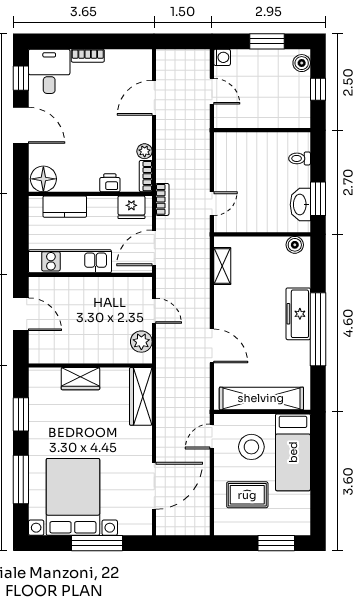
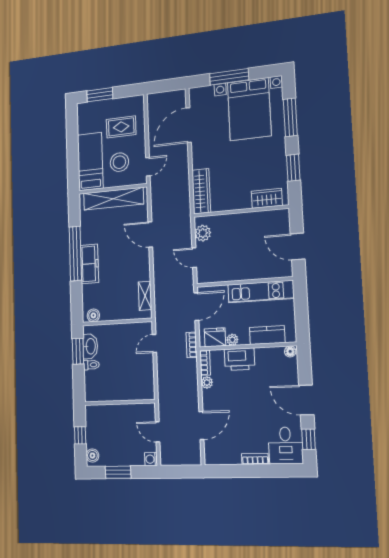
toilet: (300, 158) -> (91, 365), moved
floor lamp: (43, 179) -> (290, 351), width x0.53, depth x0.53
printer: (110, 183) -> (240, 359), width x1.87, depth x1.48
plant: (109, 203) -> (232, 340), added
wardrobe: (80, 379) -> (267, 198), moved

